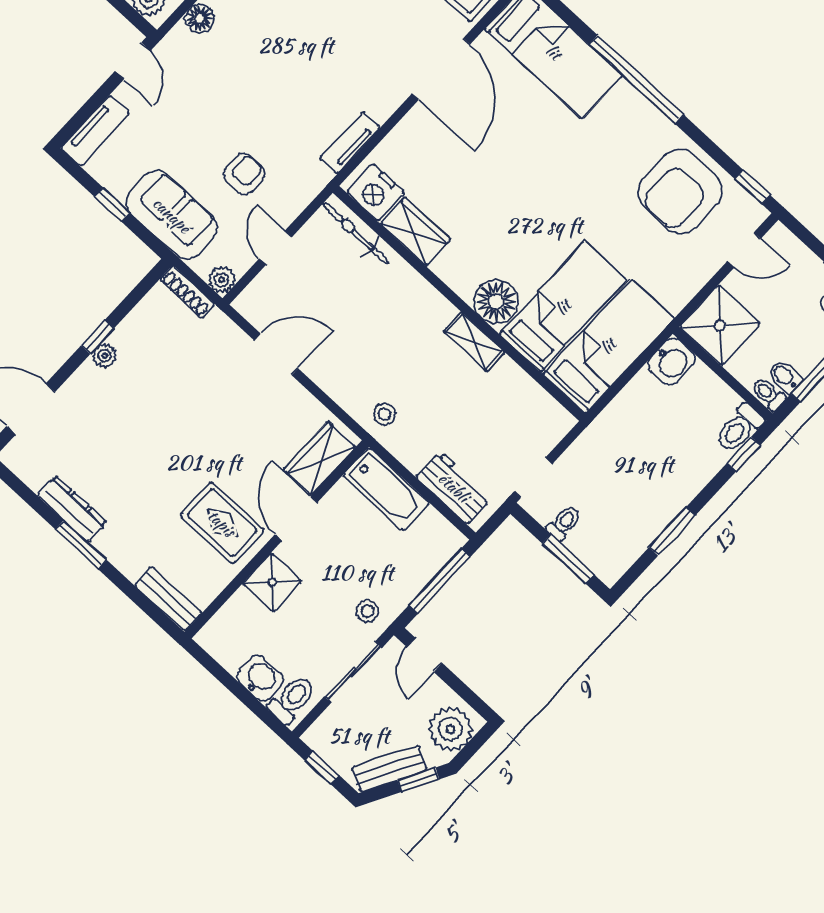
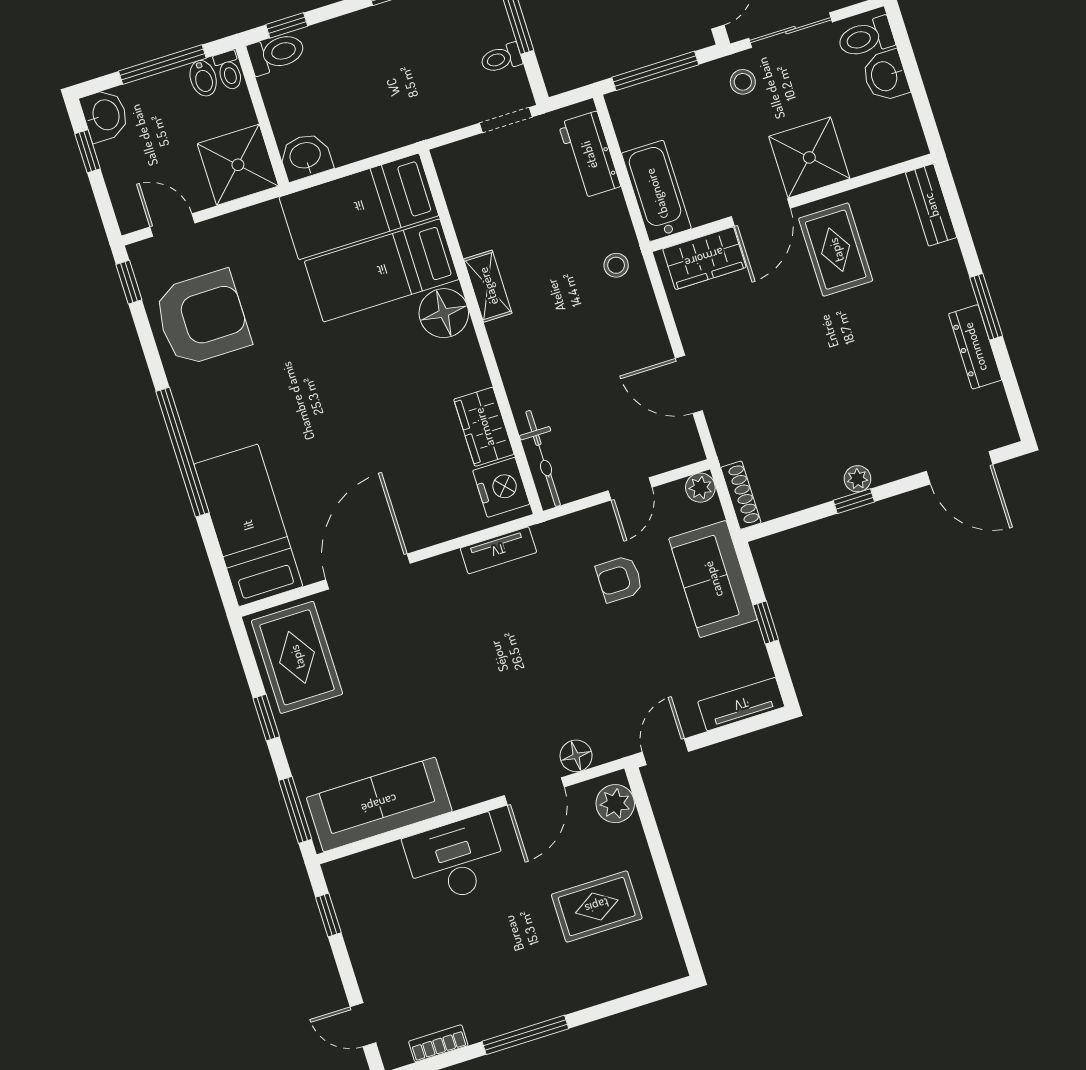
shower: (272, 582) -> (809, 157), width x1.36, depth x1.36

